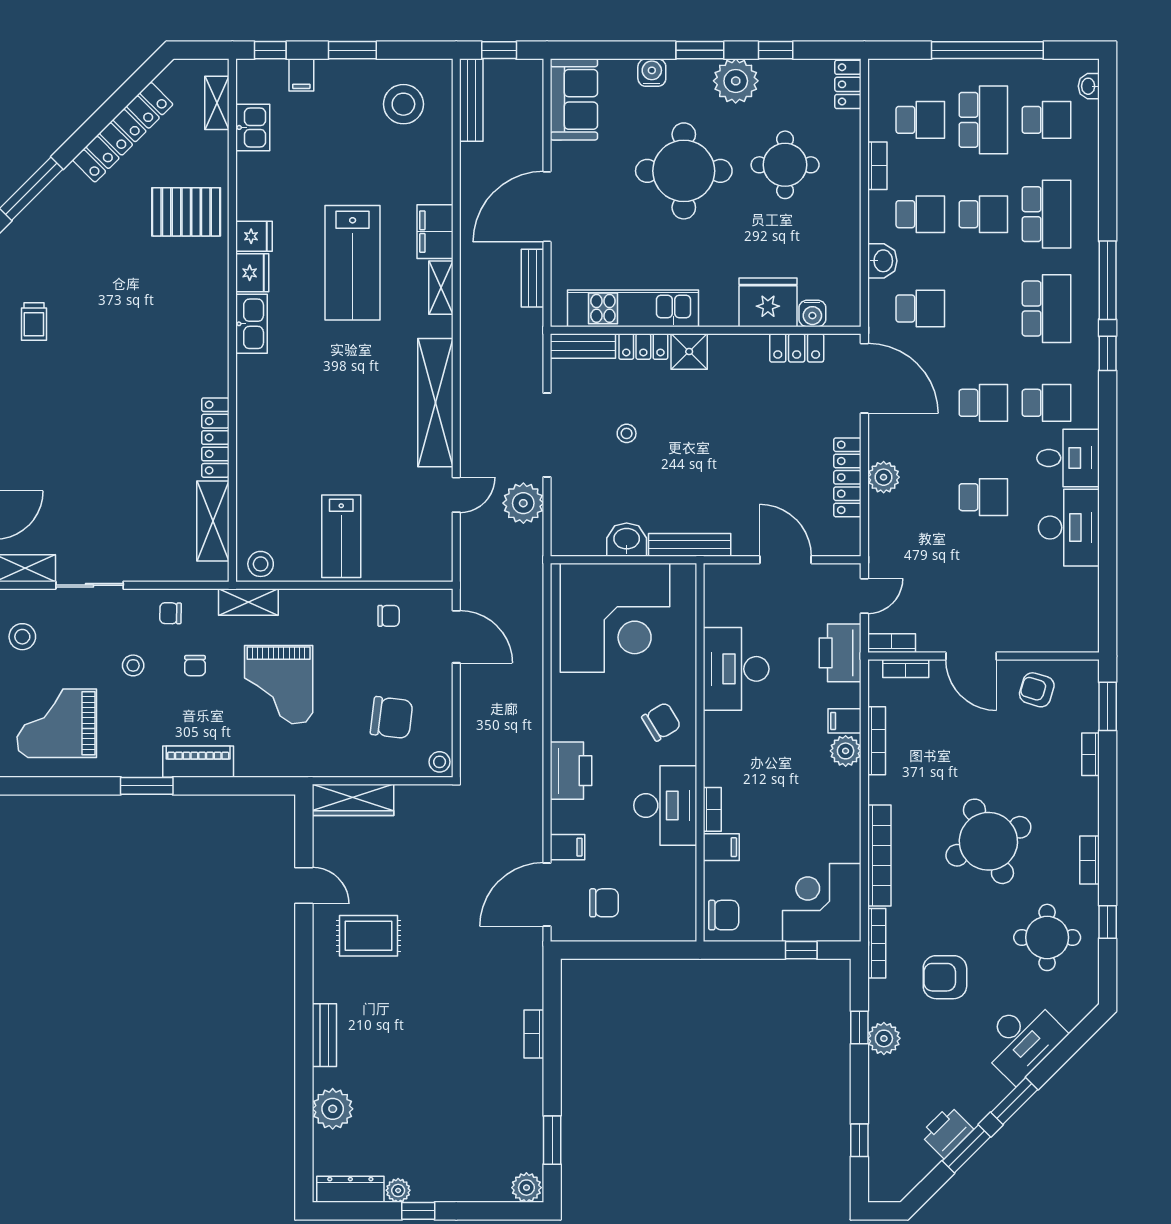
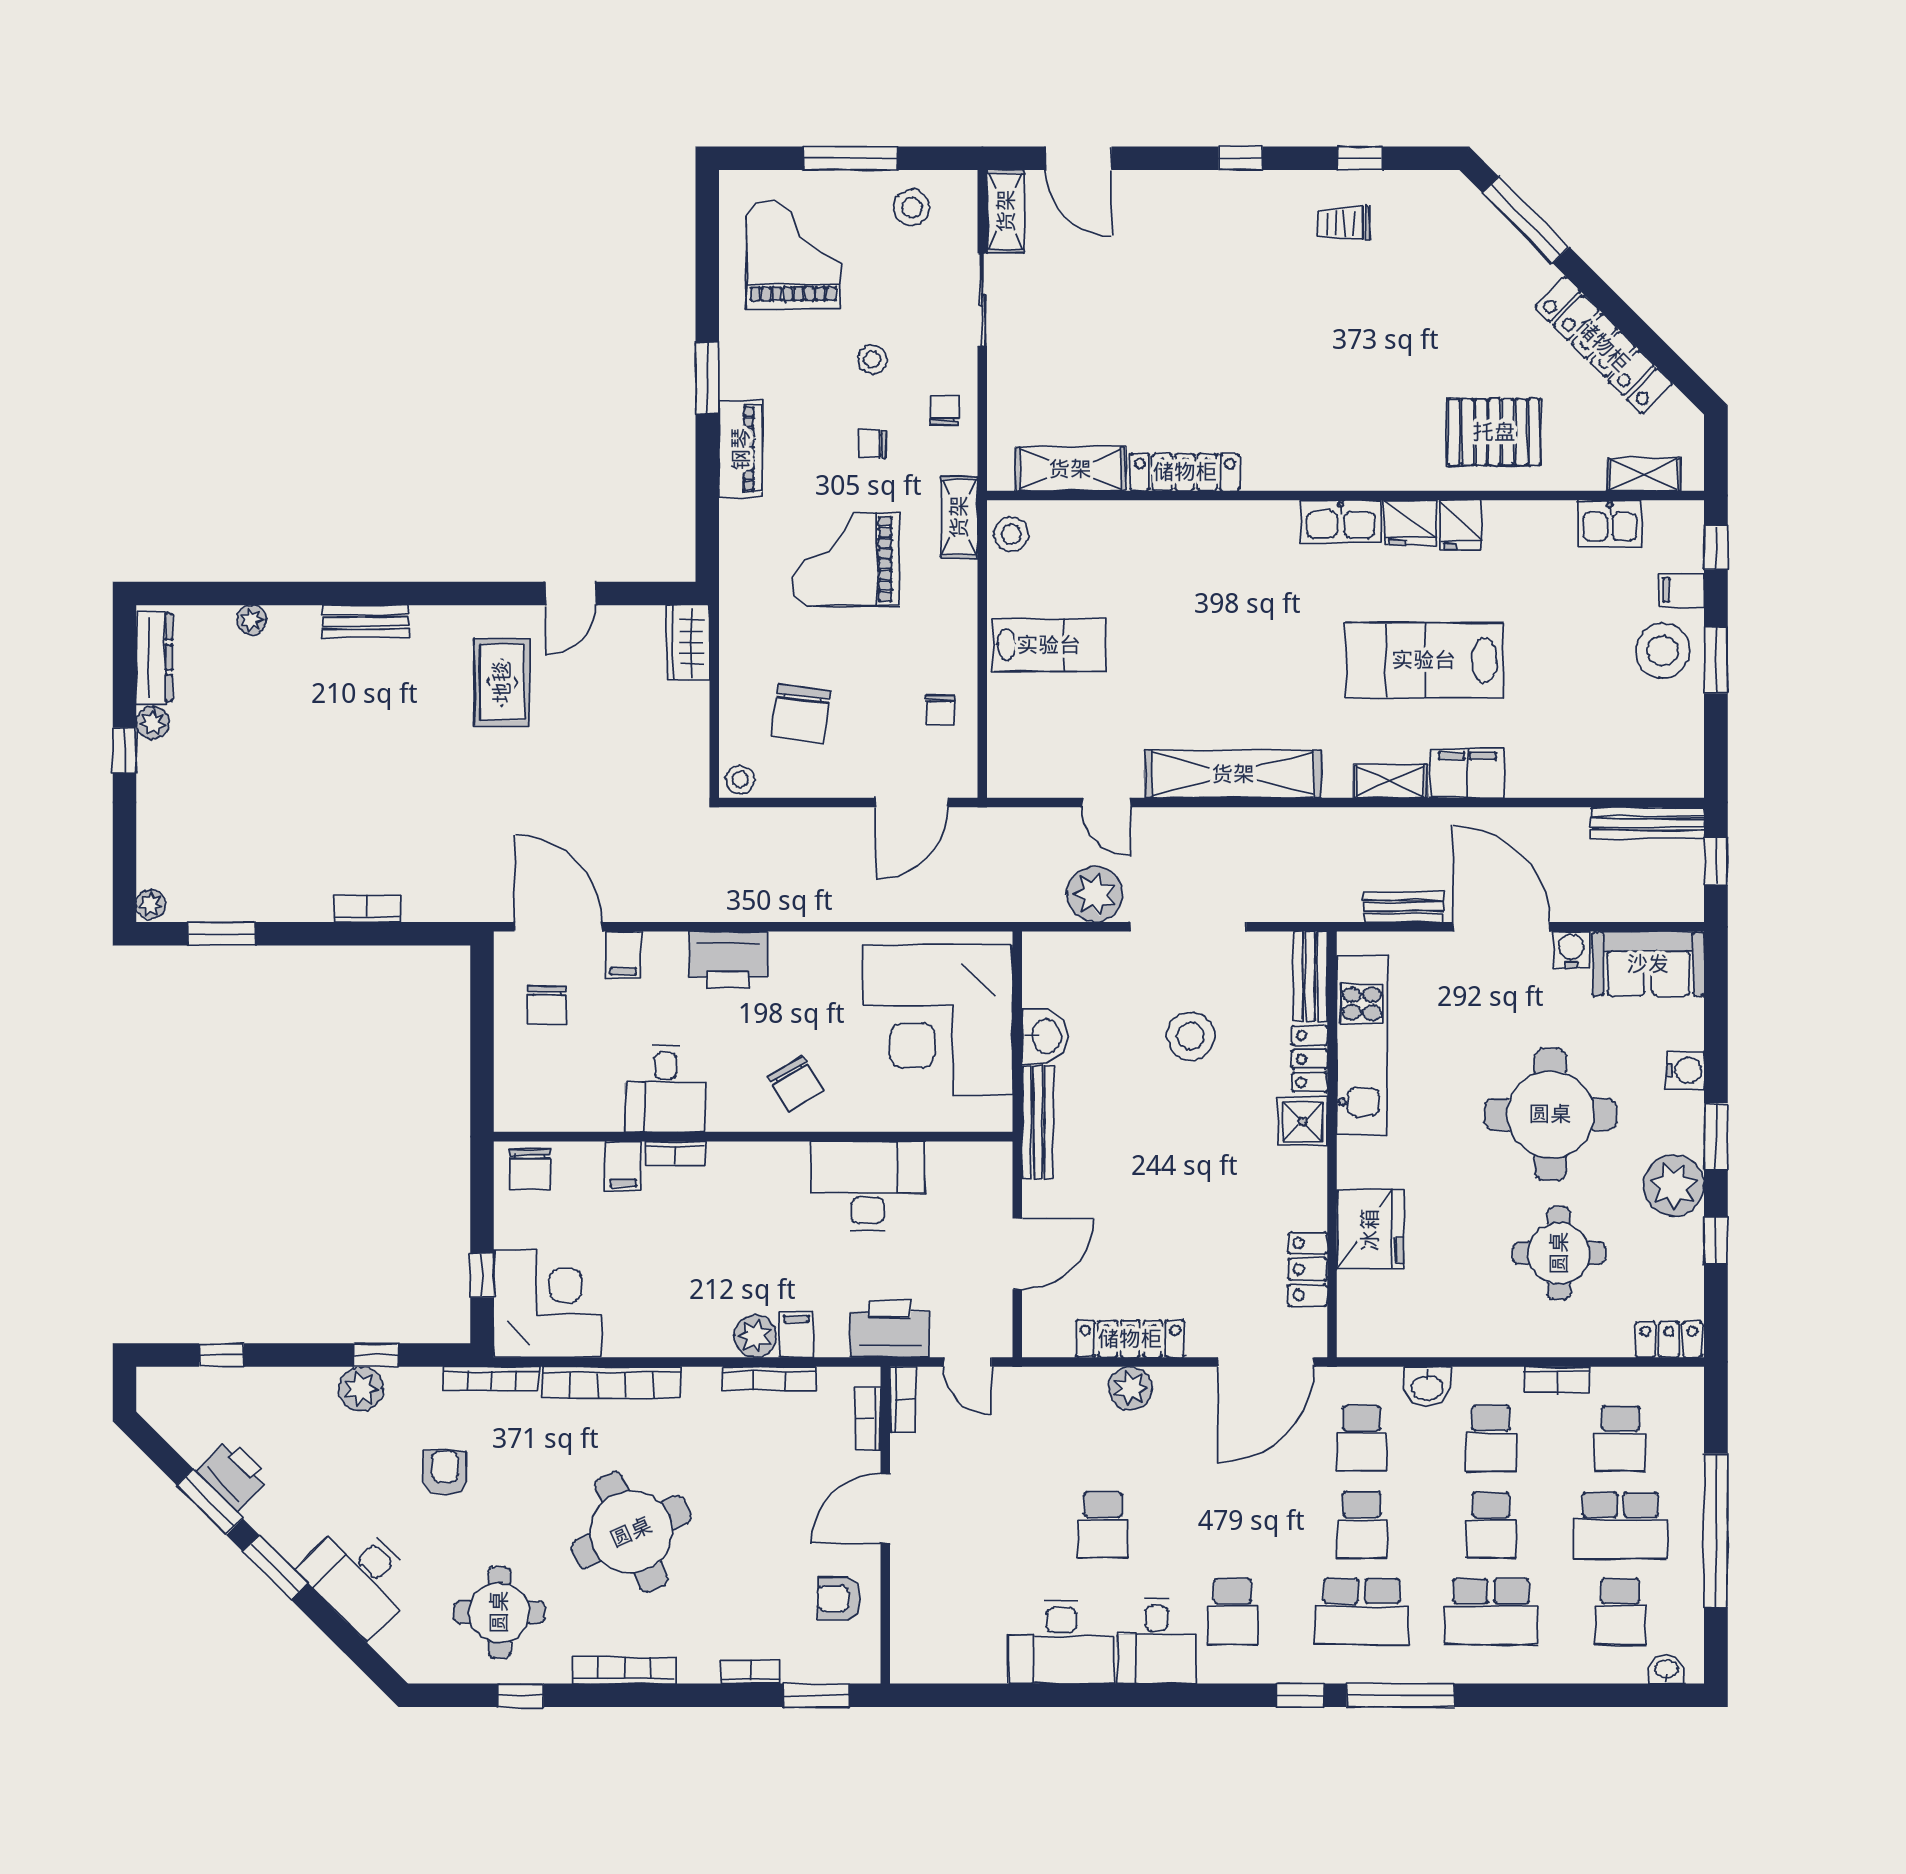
stool: (403, 104) -> (1663, 651), moved
pallet: (186, 212) -> (1494, 432), turned 90
water cooler: (812, 313) -> (1571, 950), moved, turned 90
school desk: (983, 403) -> (1362, 1525), moved
stool: (627, 433) -> (1190, 1036), width x1.89, depth x1.89
lab bench: (341, 536) -> (1049, 645), turned 180
armchair: (1037, 690) -> (839, 1598), turned -107
wardrobe: (353, 800) -> (688, 642), width x0.67
desk: (665, 805) -> (666, 1089), width x0.73
bookcase: (1089, 860) -> (624, 1670), width x1.56
armchair: (945, 977) -> (445, 1472), width x0.72, depth x0.72
plant: (333, 1109) -> (251, 620), width x0.53, depth x0.53
plant: (526, 1188) -> (151, 904), width x0.73, depth x0.73

